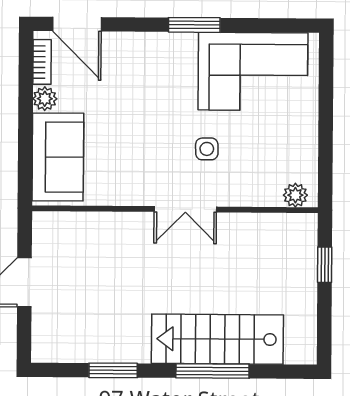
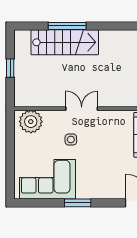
plant: (295, 195) -> (31, 122), width x1.88, depth x1.88
window: (325, 265) -> (10, 68), moved
window: (113, 370) -> (118, 26), removed

